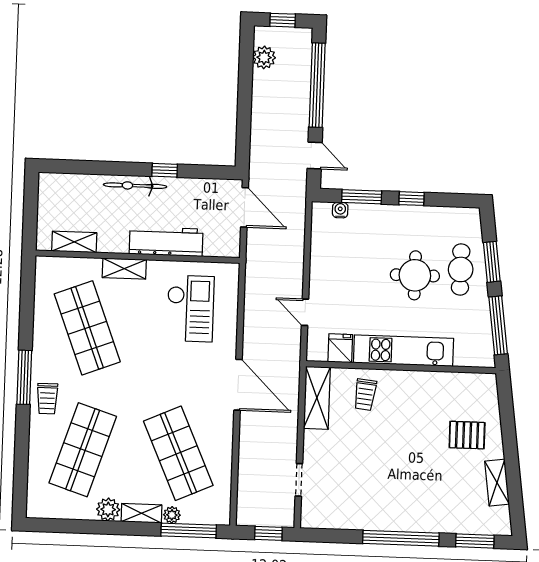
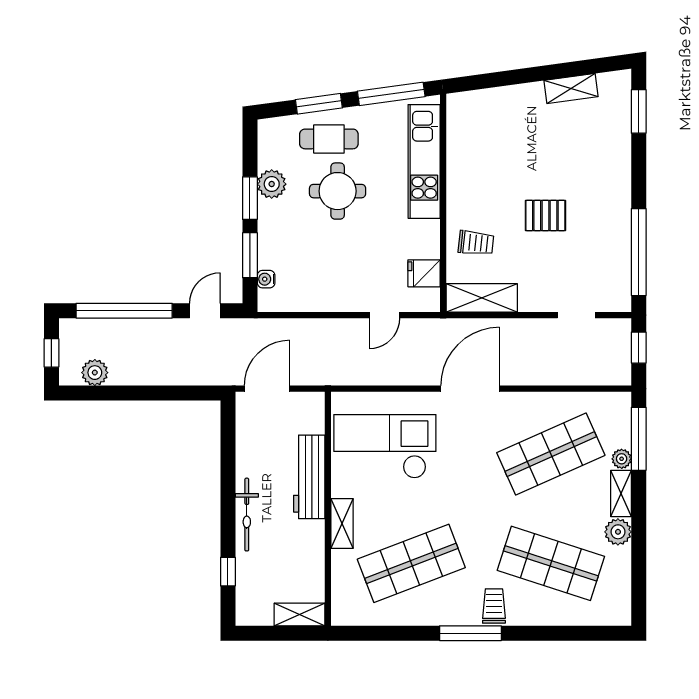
window: (165, 170) -> (228, 572), moved
window: (412, 199) -> (250, 198), width x1.50
plant: (423, 218) -> (272, 184), added
shelving: (74, 242) -> (300, 614), moved, turned 90
checkout: (190, 309) -> (385, 446), width x1.36, depth x1.21
kitchen unit: (403, 351) -> (424, 161), moved
trolley: (47, 399) -> (494, 606), turned -90
pallet: (467, 435) -> (545, 215), moved, turned 90
window: (401, 538) -> (639, 252), moved

